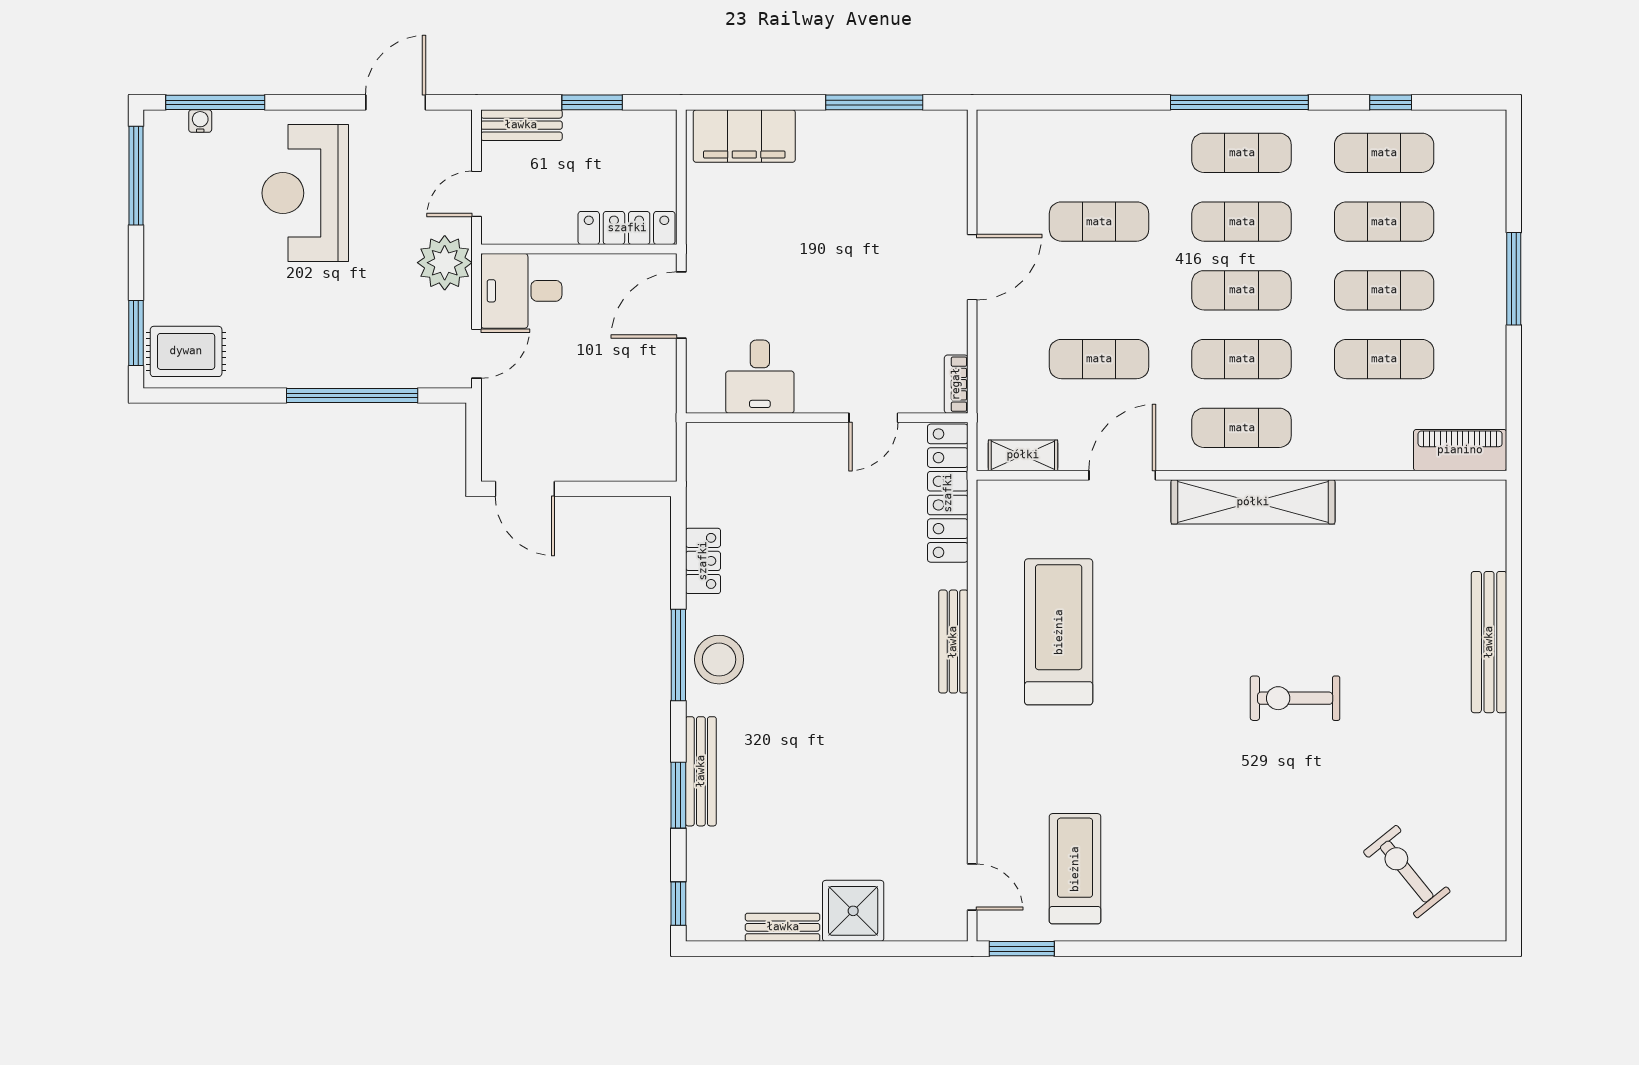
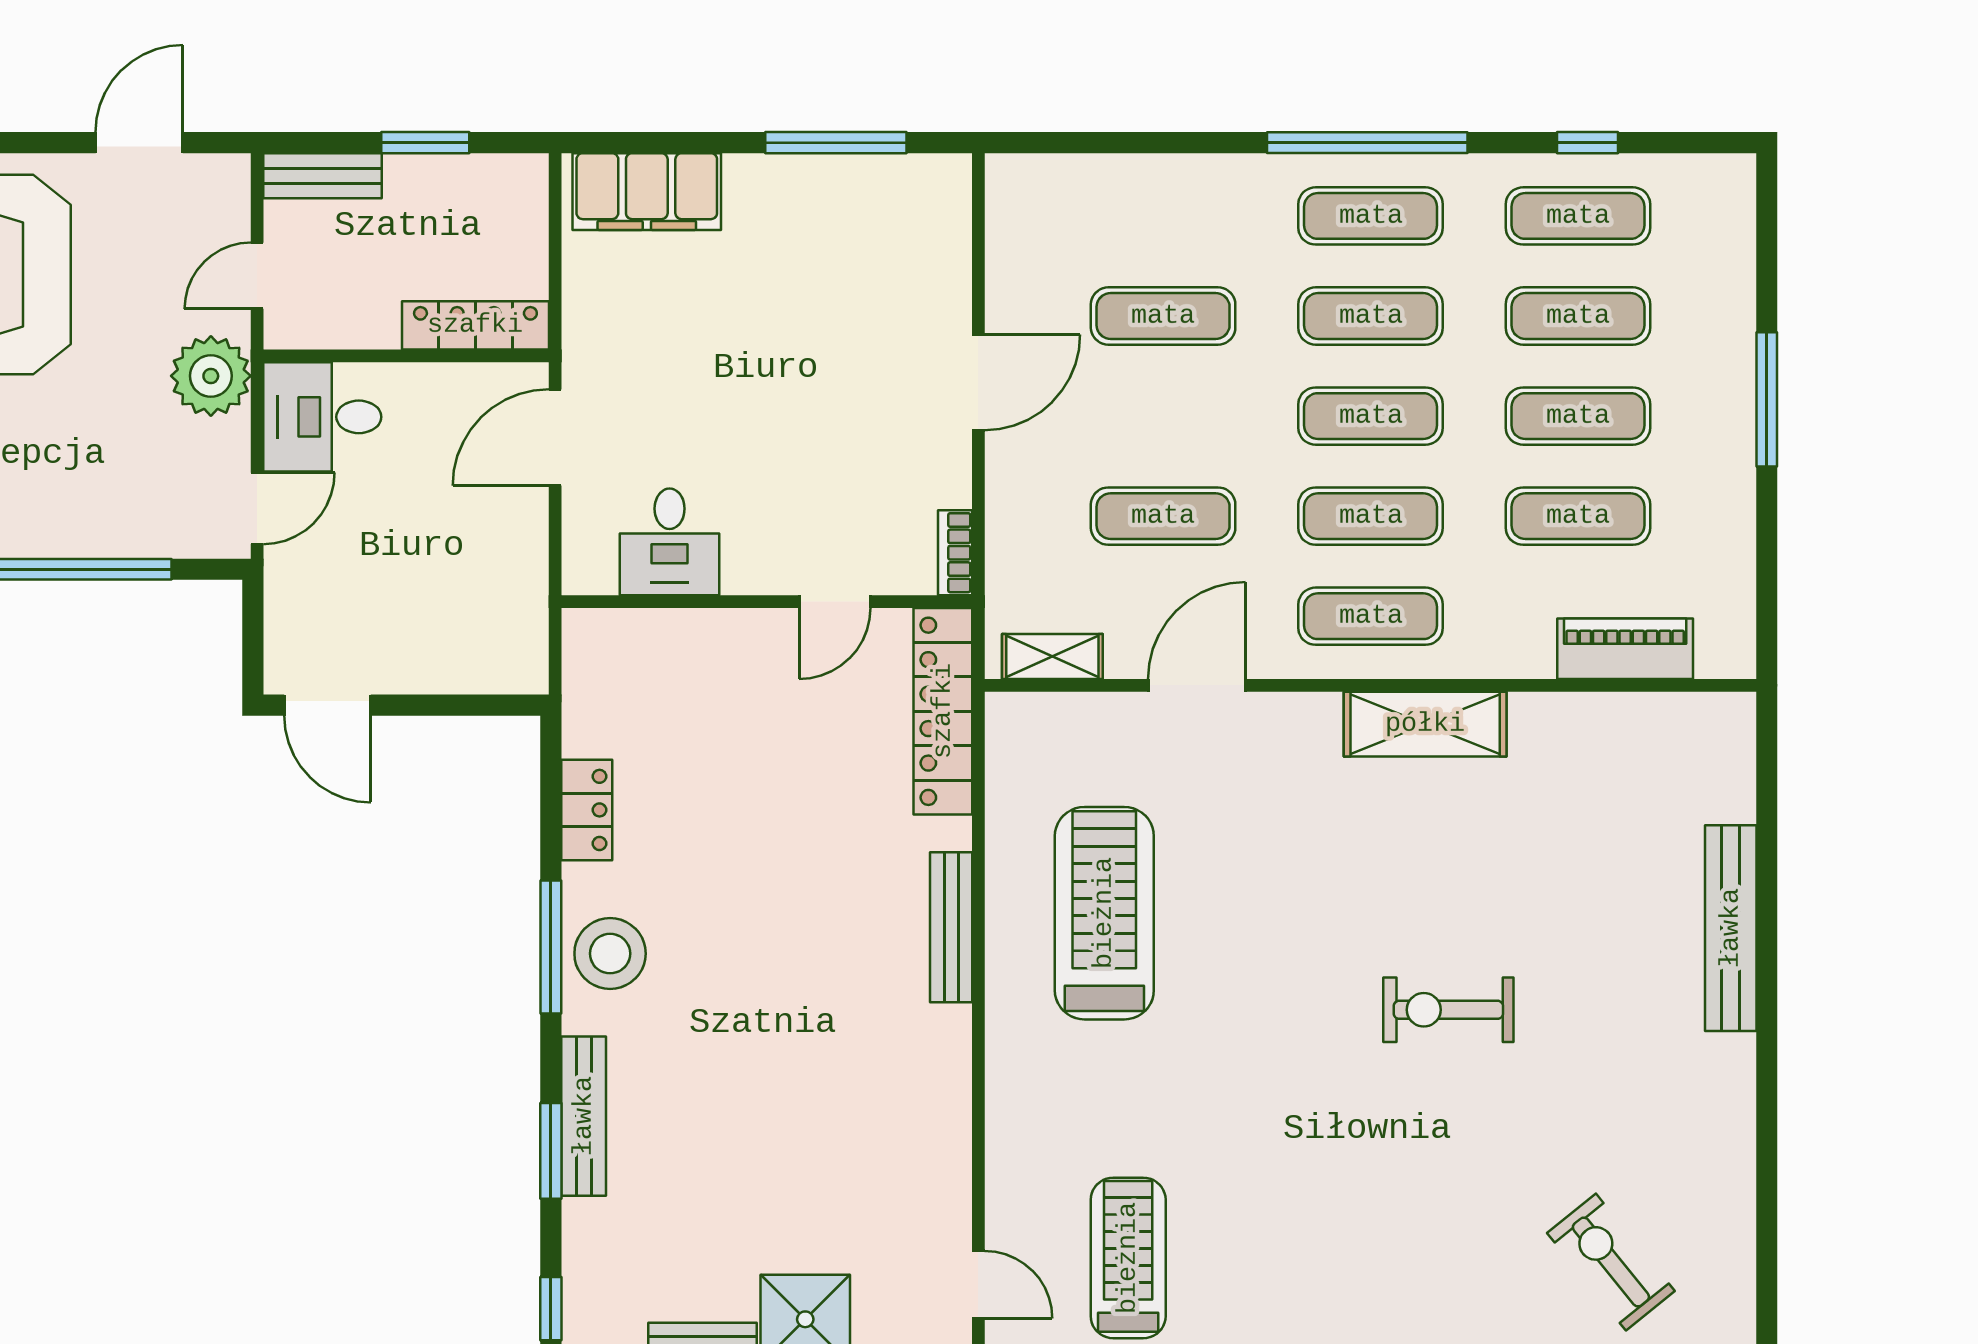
piano: (1460, 450) -> (1625, 649), moved
shelving: (1253, 502) -> (1425, 724), width x0.68

